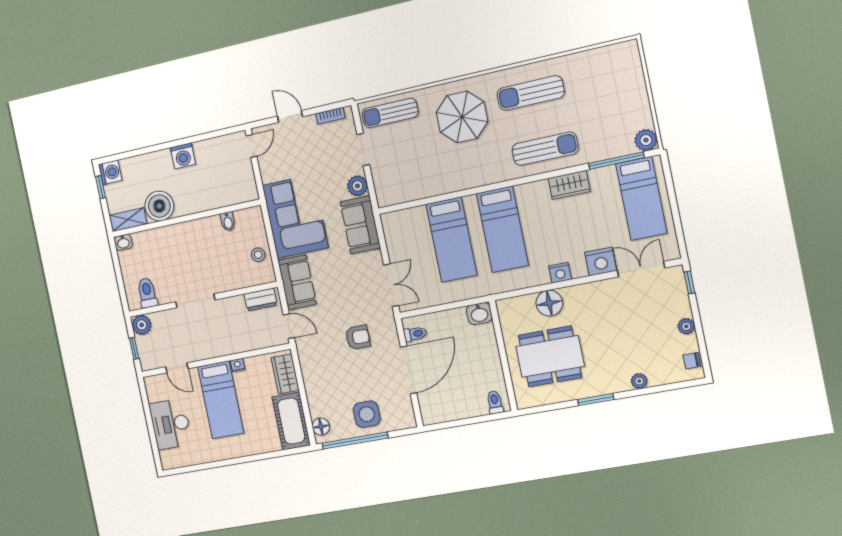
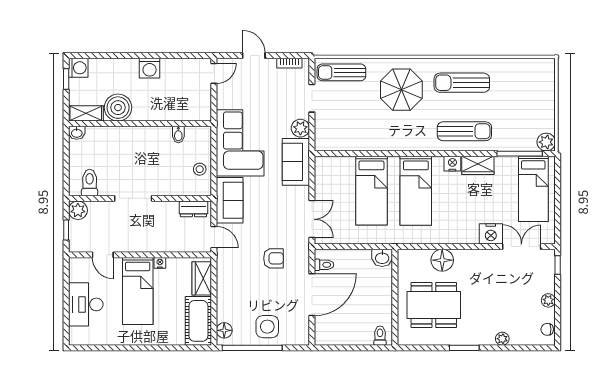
nightstand: (560, 273) -> (452, 164), moved, turned 180

